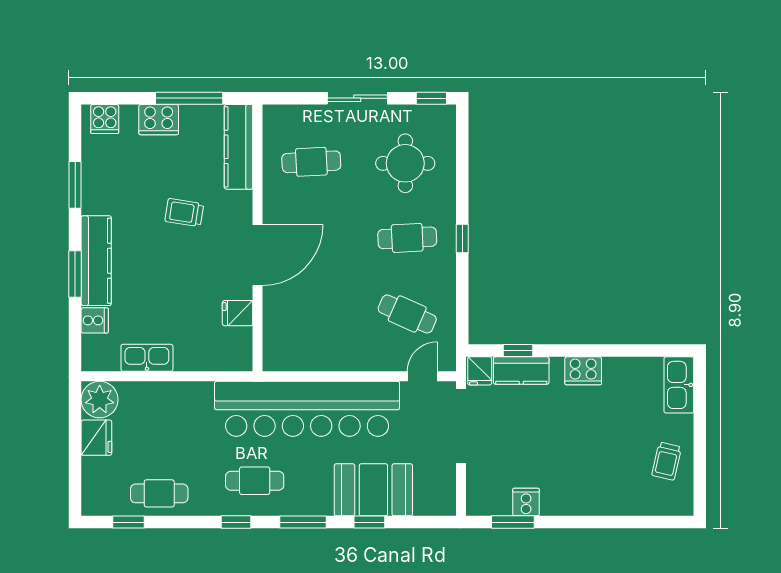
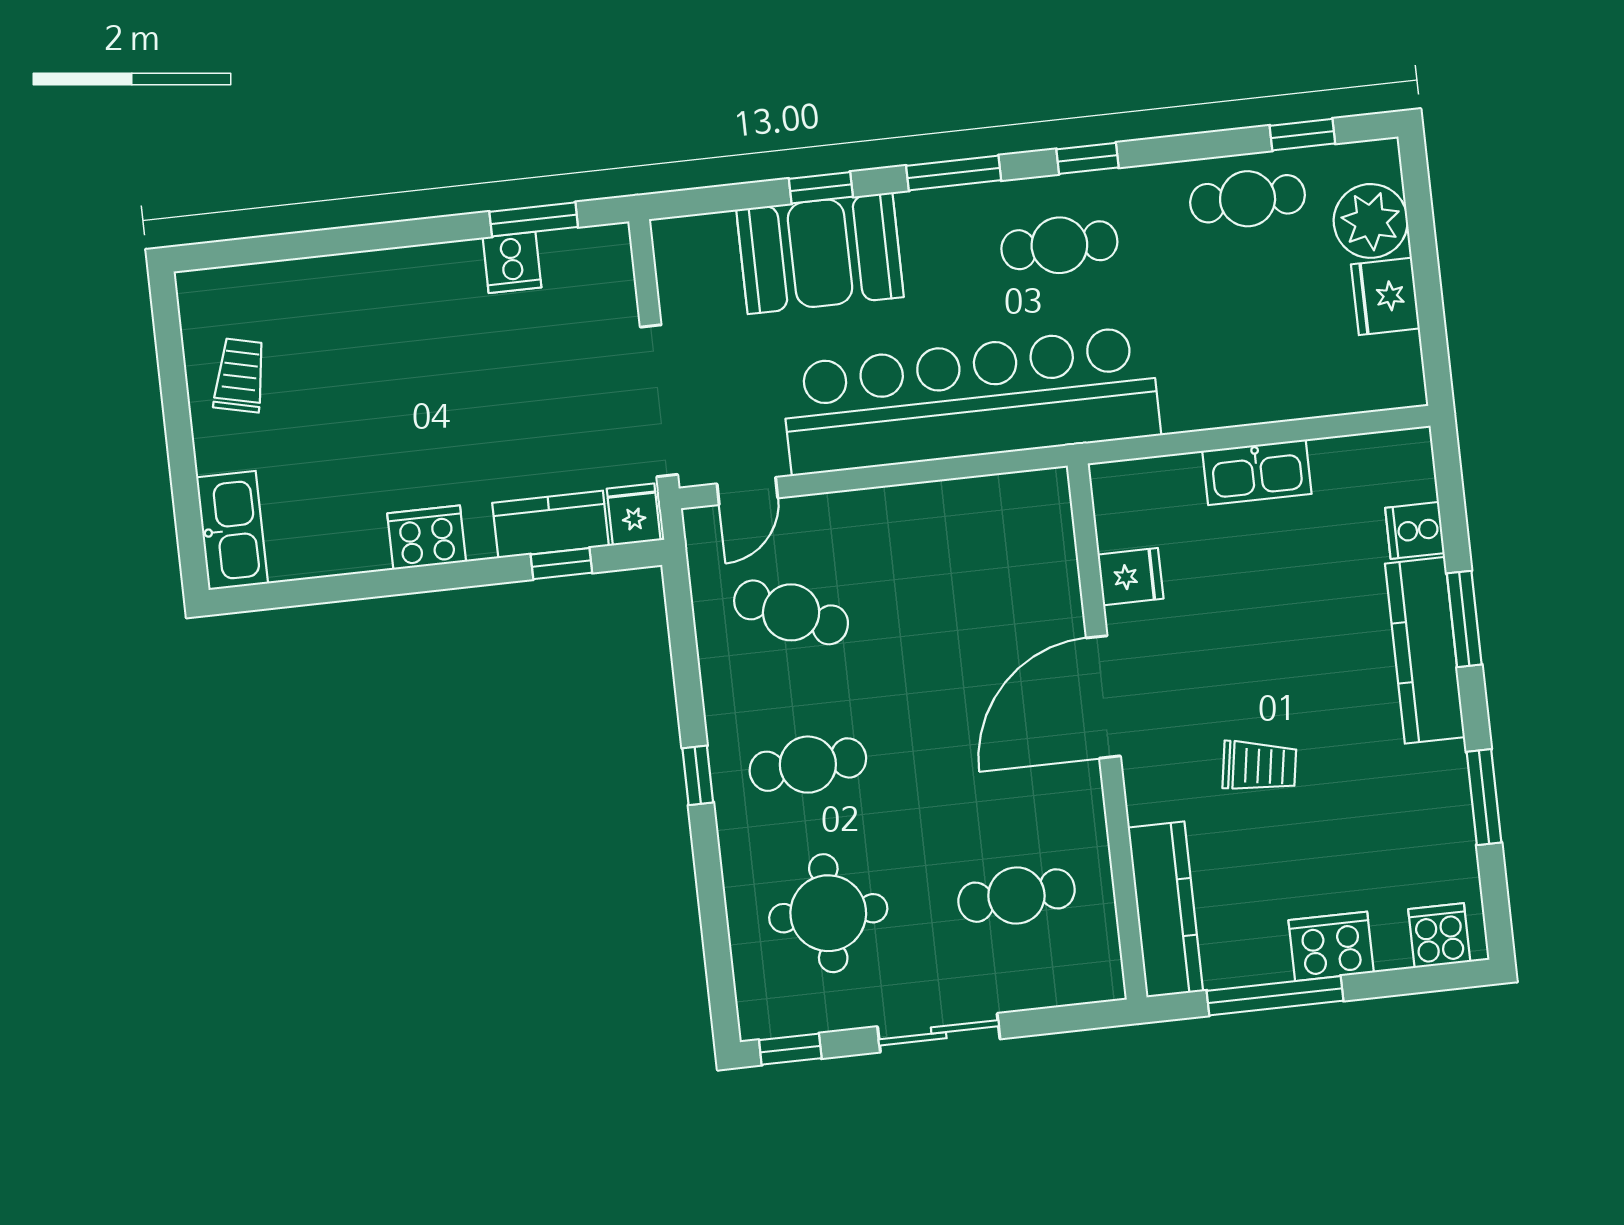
kitchen sink: (147, 358) -> (1257, 472), moved
plant: (100, 400) -> (1371, 221), moved

